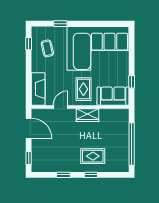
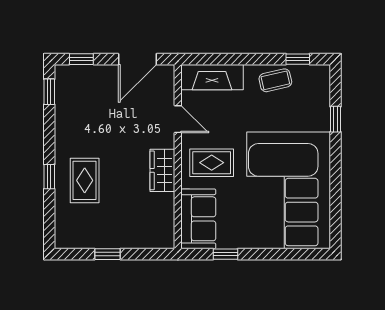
coffee table: (47, 48) -> (275, 80), moved
window: (132, 144) -> (108, 254), width x0.32
window: (63, 175) -> (49, 92), moved

